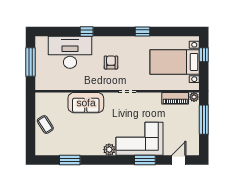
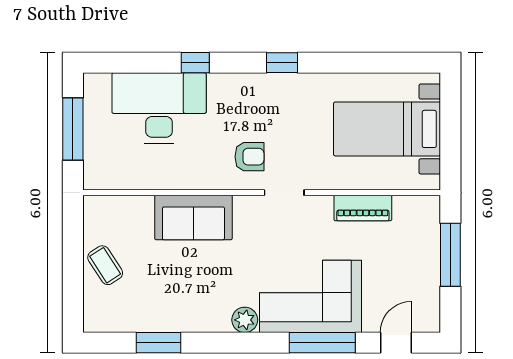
window: (142, 32) -> (282, 63), moved
window: (204, 55) -> (450, 113), removed
armchair: (111, 62) -> (249, 157), moved, turned 90
plant: (194, 97) -> (429, 205), removed
piano: (175, 98) -> (363, 208), moved
window: (145, 160) -> (322, 343), width x1.44

